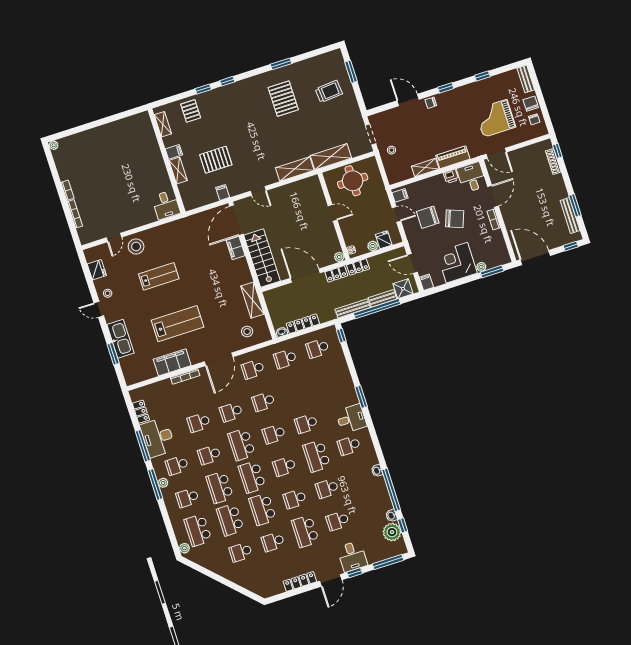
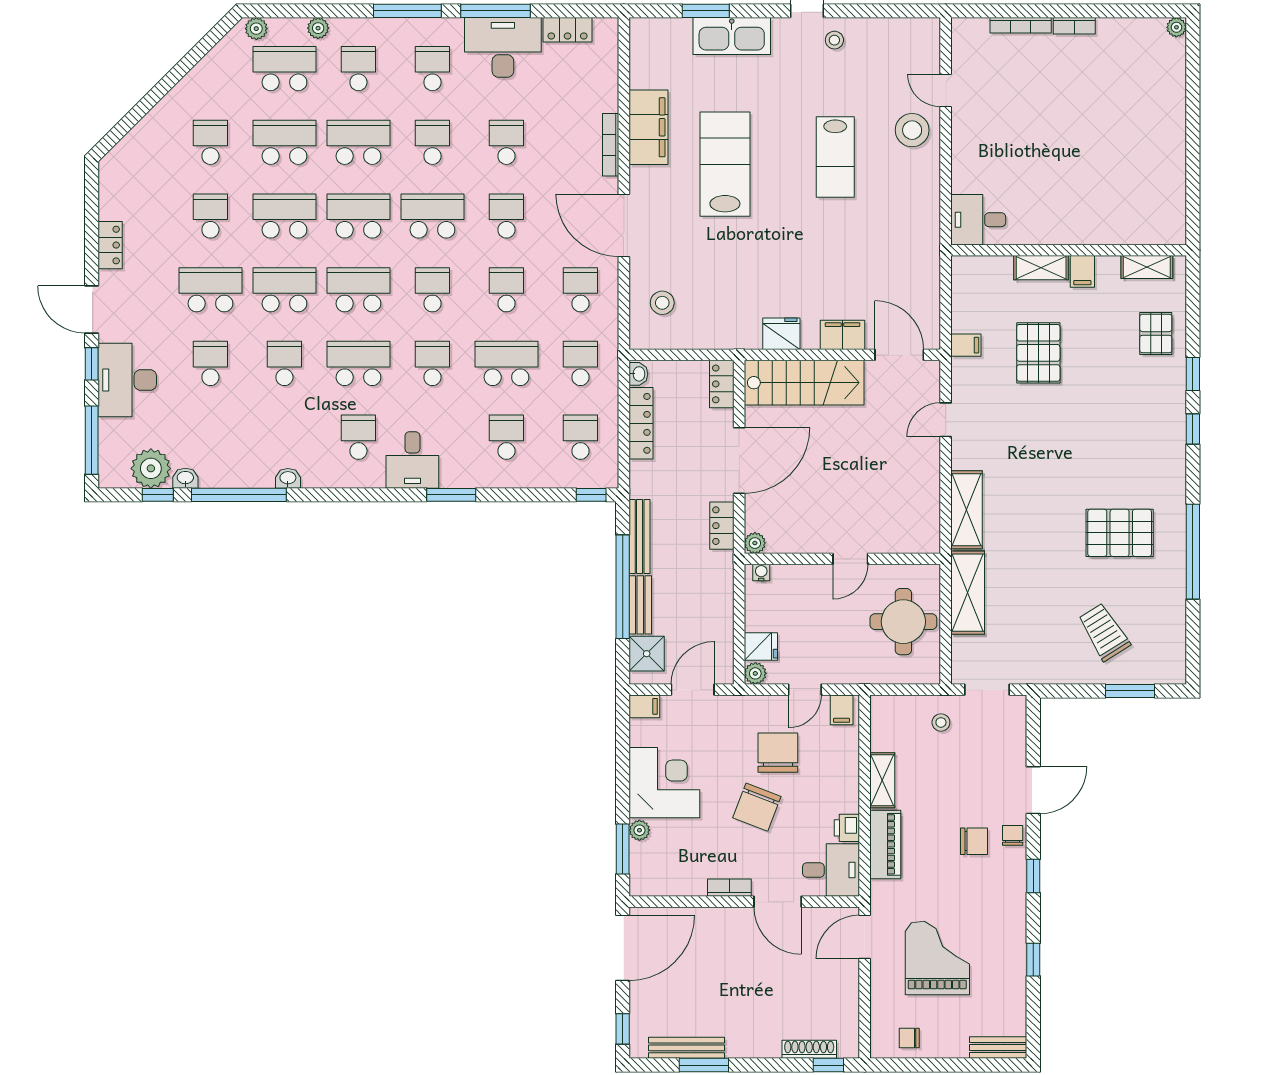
window: (281, 64) -> (1193, 552), width x2.11
trolley: (329, 91) -> (1104, 632), turned 153
chair: (531, 104) -> (974, 841), moved
pallet: (191, 111) -> (1156, 333), turned 90
door: (236, 220) -> (899, 355), width x0.73
plant: (373, 246) -> (755, 673), moved
locker: (358, 267) -> (722, 384), moved
fridge: (97, 270) -> (781, 334), moved, turned 180
shelving: (252, 300) -> (724, 335), removed
lab bench: (177, 324) -> (725, 164), turned 180
school desk: (328, 381) -> (506, 437), added
school desk: (296, 391) -> (506, 363), added
school desk: (284, 466) -> (358, 290), width x1.85
plant: (163, 483) -> (318, 28), moved
school desk: (295, 499) -> (284, 290), width x1.85
desk: (352, 556) -> (127, 380), width x1.37
locker: (300, 582) -> (110, 245), width x0.66

